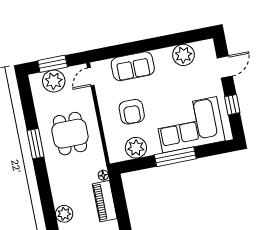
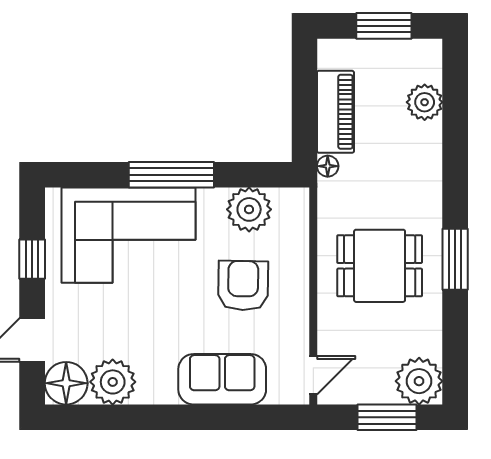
floor lamp: (205, 50) -> (66, 383), added
plant: (54, 81) -> (419, 381), moved
dining table: (70, 134) -> (380, 266), turned 90

